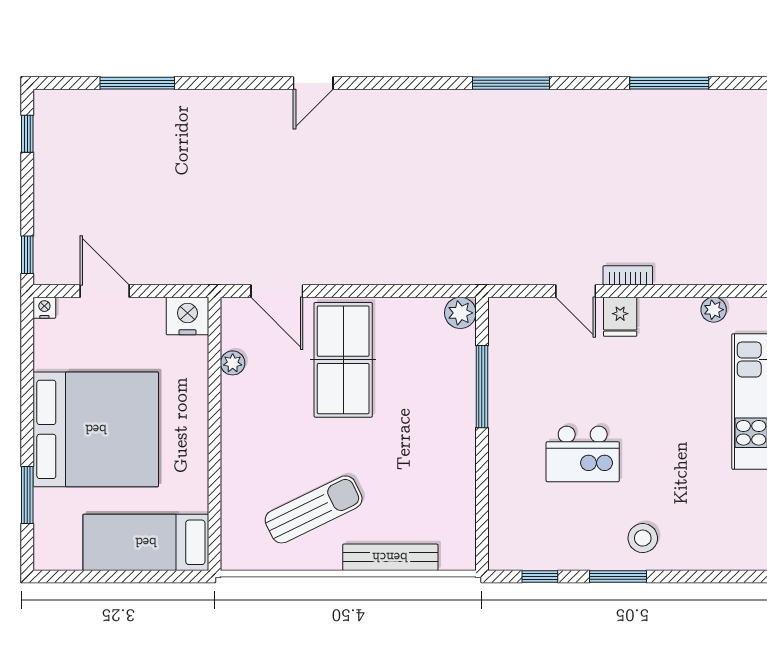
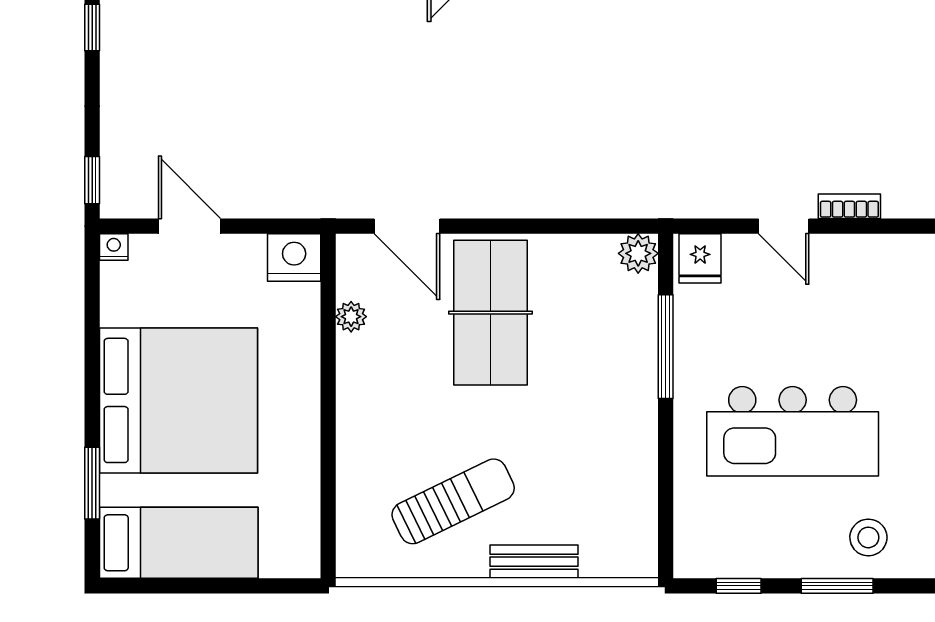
fridge: (620, 317) -> (700, 258), moved
kitchen island: (583, 454) -> (793, 431), width x1.87, depth x1.28
bed: (146, 542) -> (179, 543), moved, turned 180
bench: (390, 557) -> (534, 562), width x0.73

